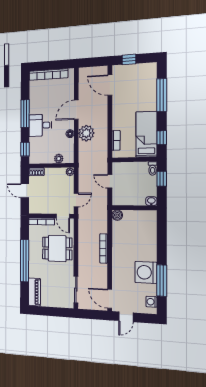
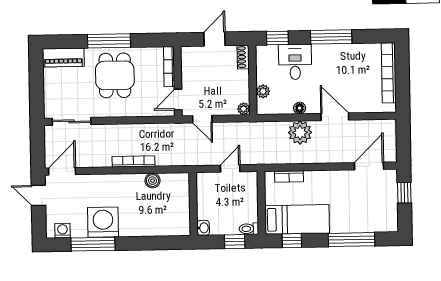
desk: (40, 125) -> (295, 62), moved
boiler: (117, 215) -> (153, 181), moved
dining table: (57, 248) -> (115, 75), moved
window: (25, 261) -> (109, 41), width x0.68

